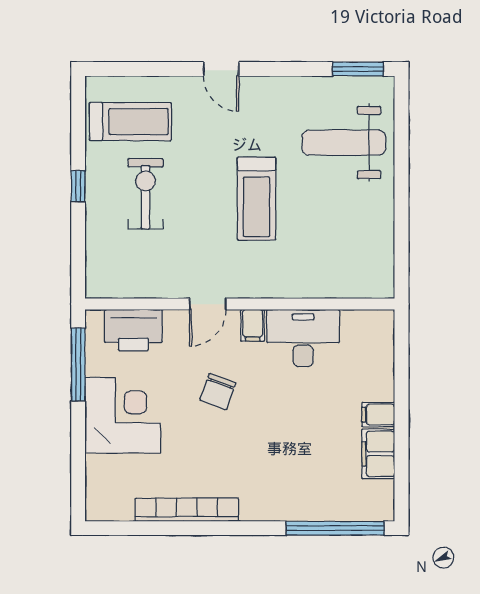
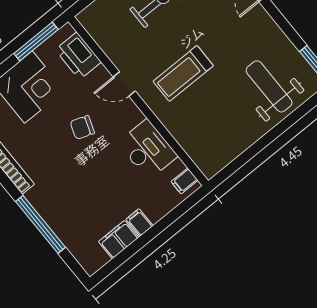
treadmill: (257, 199) -> (183, 73), moved
filing cabinet: (253, 325) -> (184, 181), moved
window: (335, 528) -> (40, 224), moved

